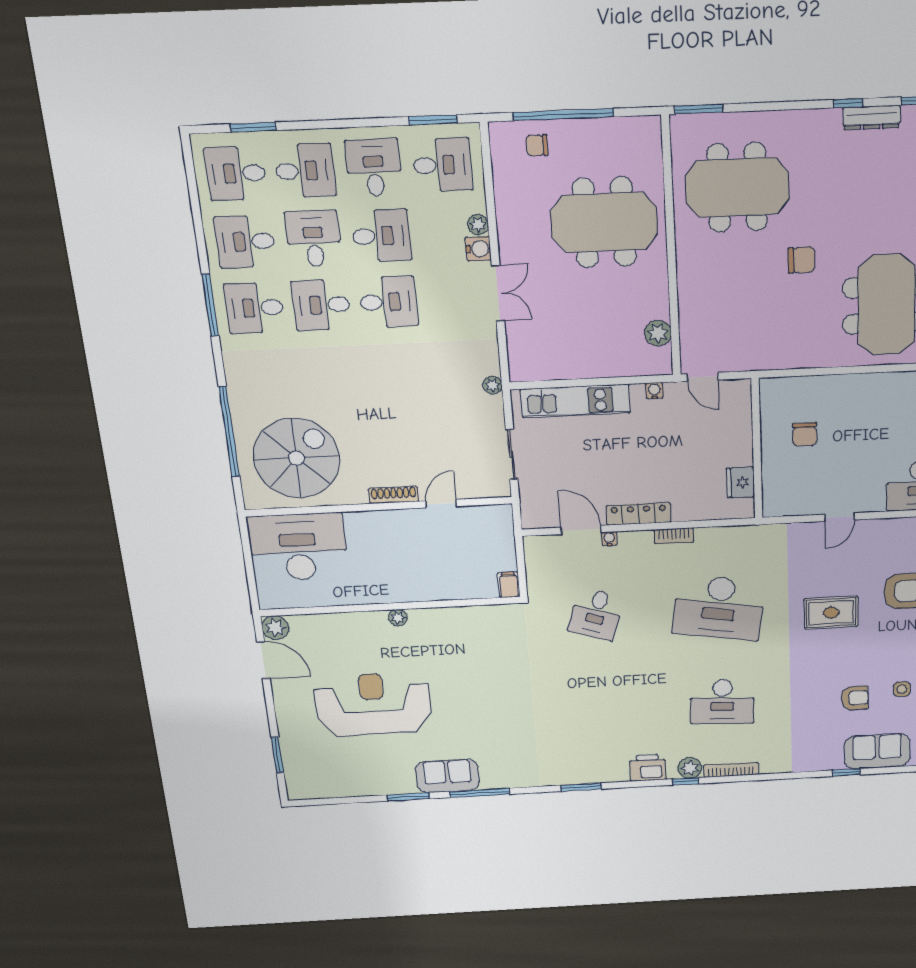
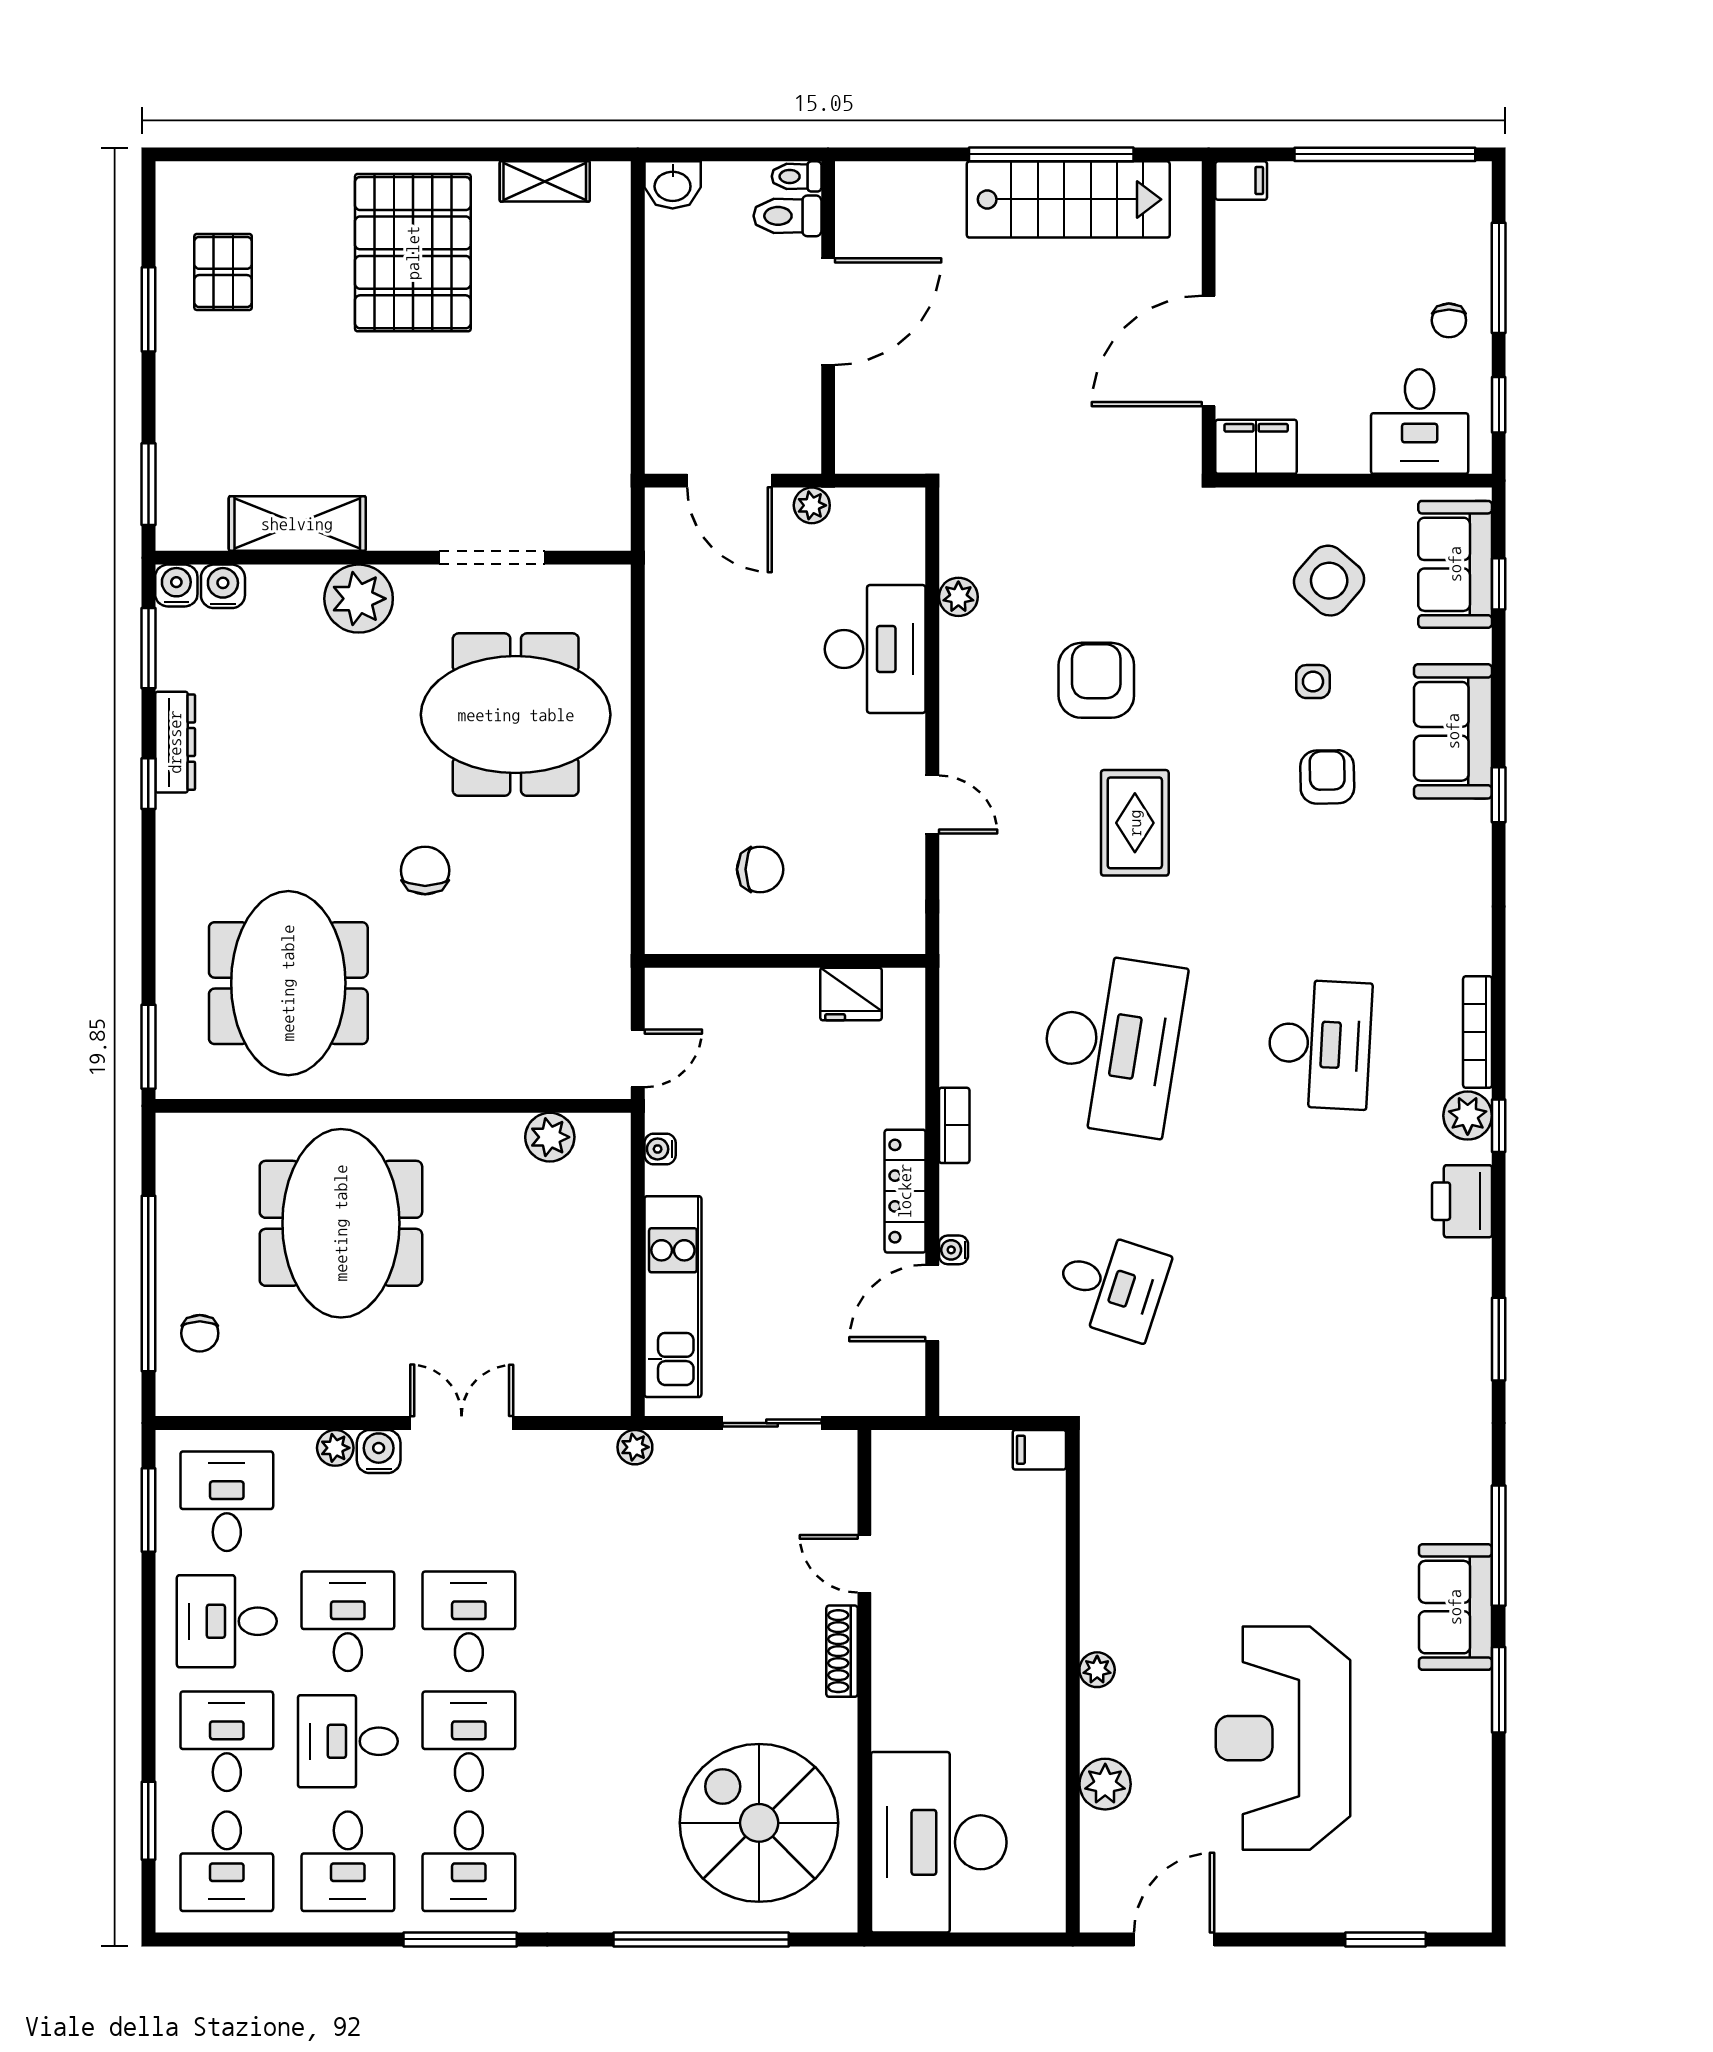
desk: (322, 305) -> (469, 1741), turned 180
plant: (275, 628) -> (1105, 1784), moved

